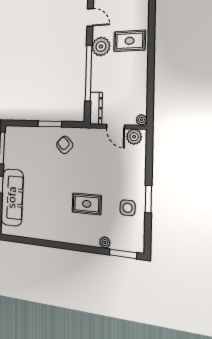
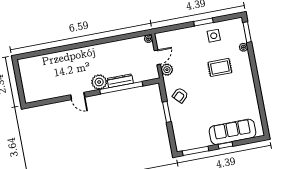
door: (90, 17) -> (78, 96), swing flipped
rug: (130, 41) -> (92, 60), removed
dresser: (96, 108) -> (120, 81), moved
plant: (134, 137) -> (167, 70), moved
rug: (87, 204) -> (220, 67), turned 90

